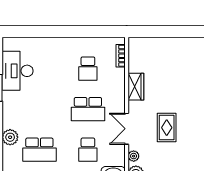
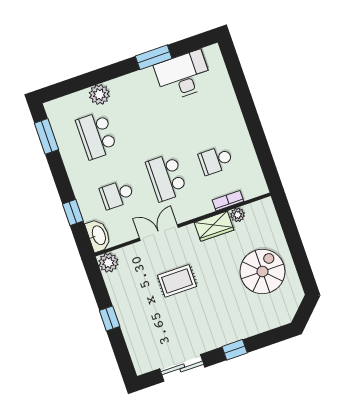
bookcase: (121, 56) -> (228, 201), moved
spiral stairs: (181, 62) -> (262, 271), added
plant: (134, 156) -> (238, 215), moved

